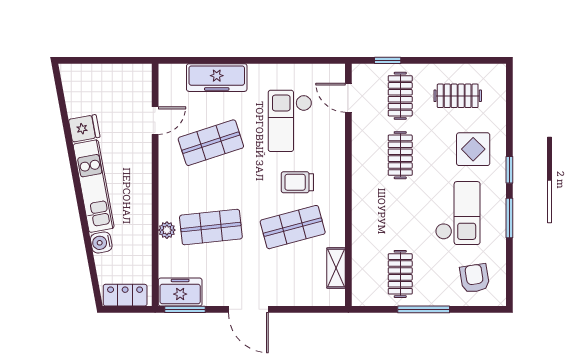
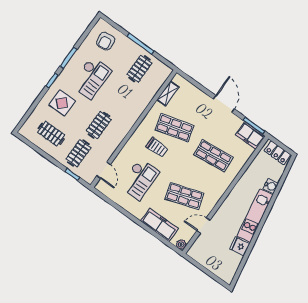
checkout: (458, 213) -> (91, 78), turned 180
plant: (167, 230) -> (181, 245), moved

